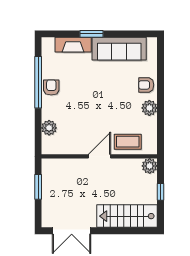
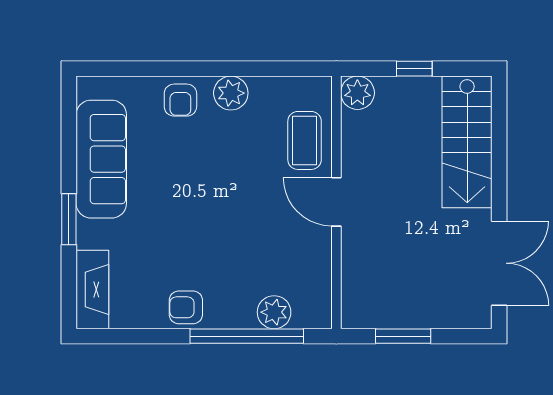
fireplace: (73, 45) -> (92, 290), moved
window: (38, 82) -> (247, 336), moved

